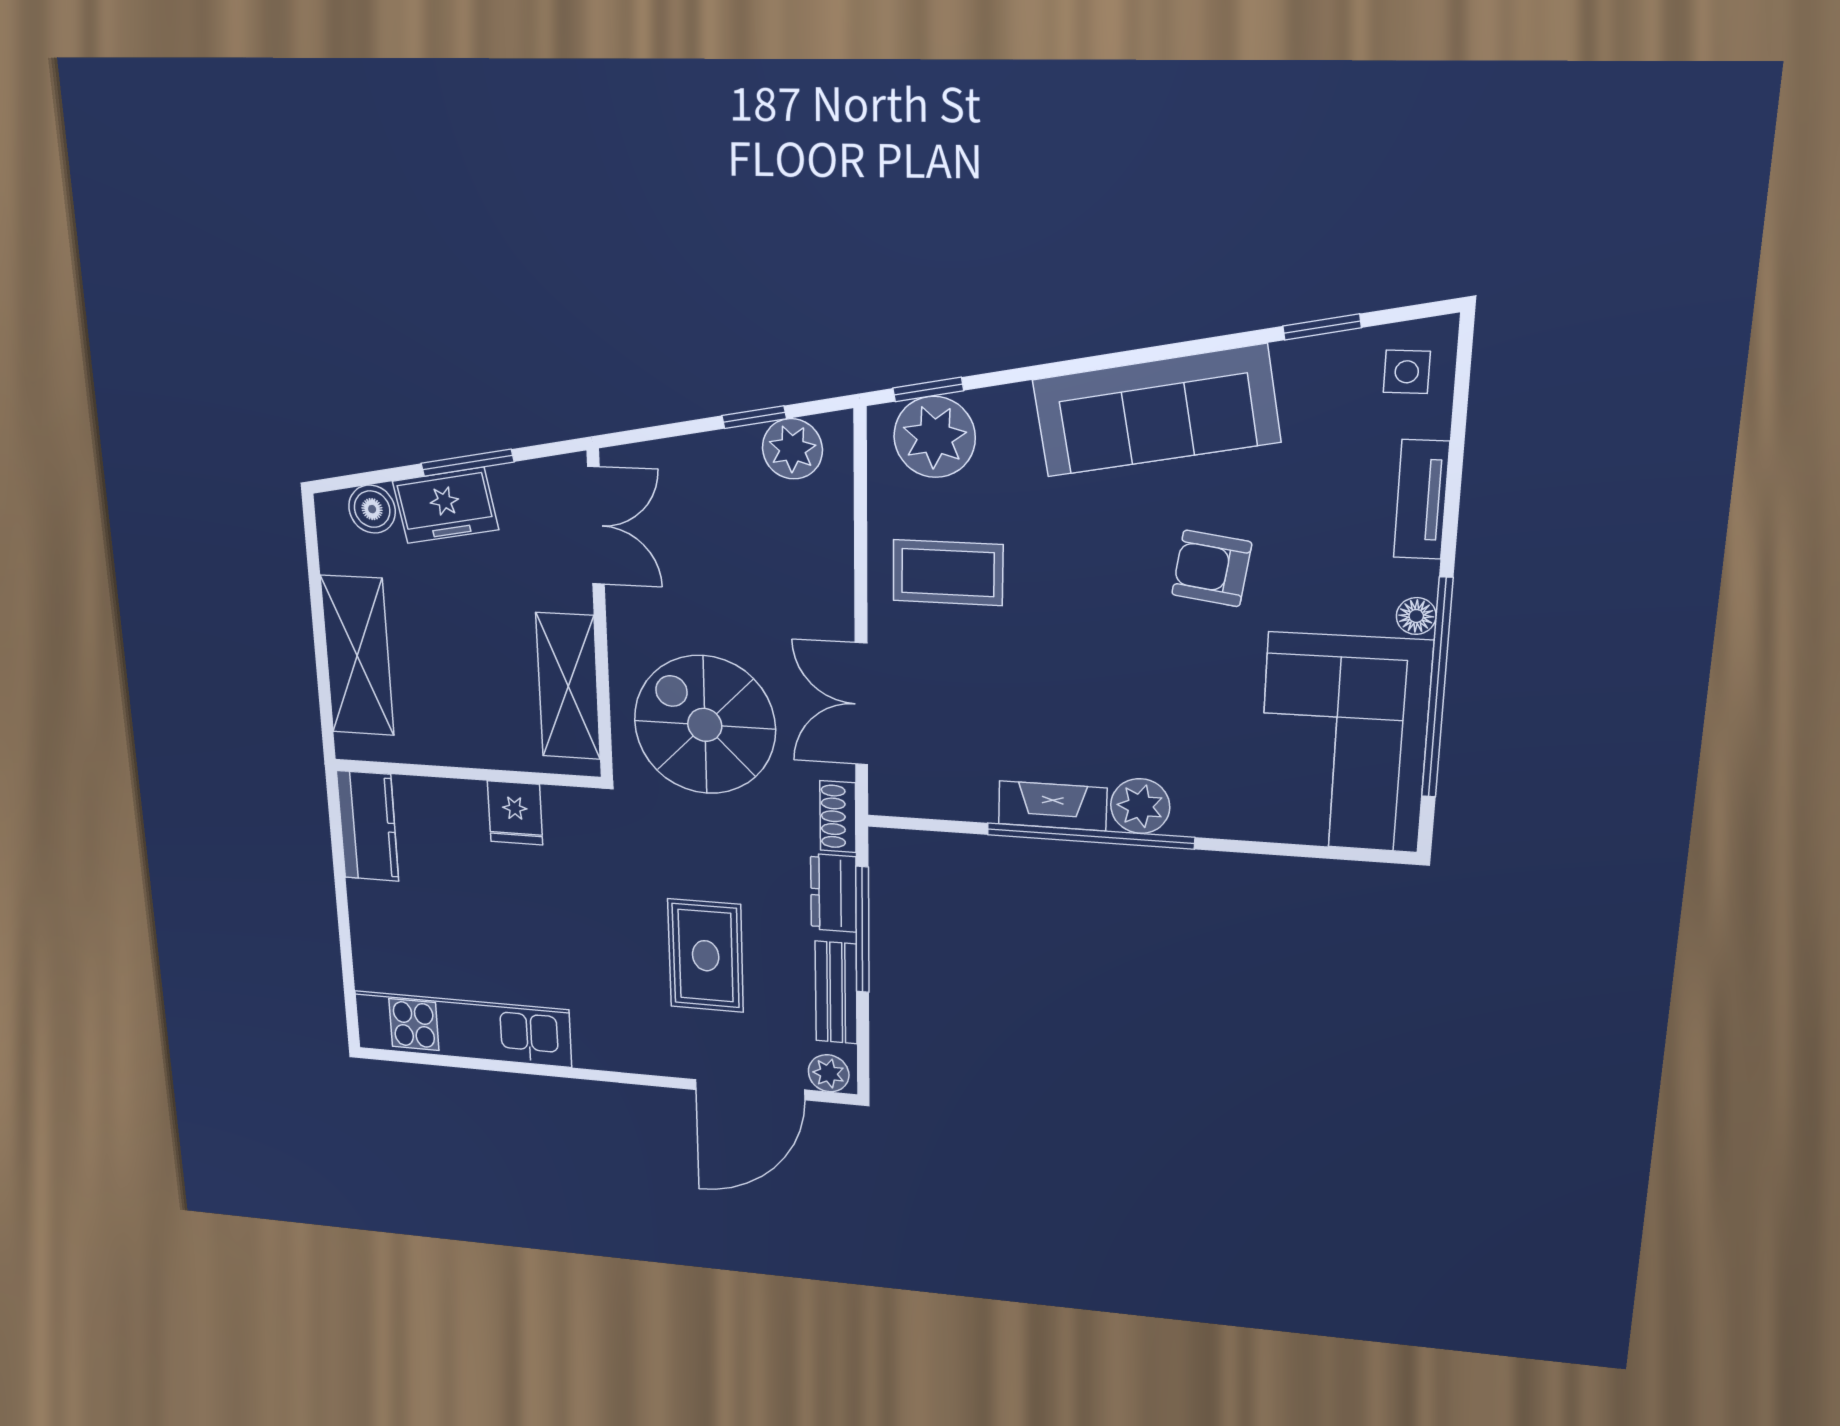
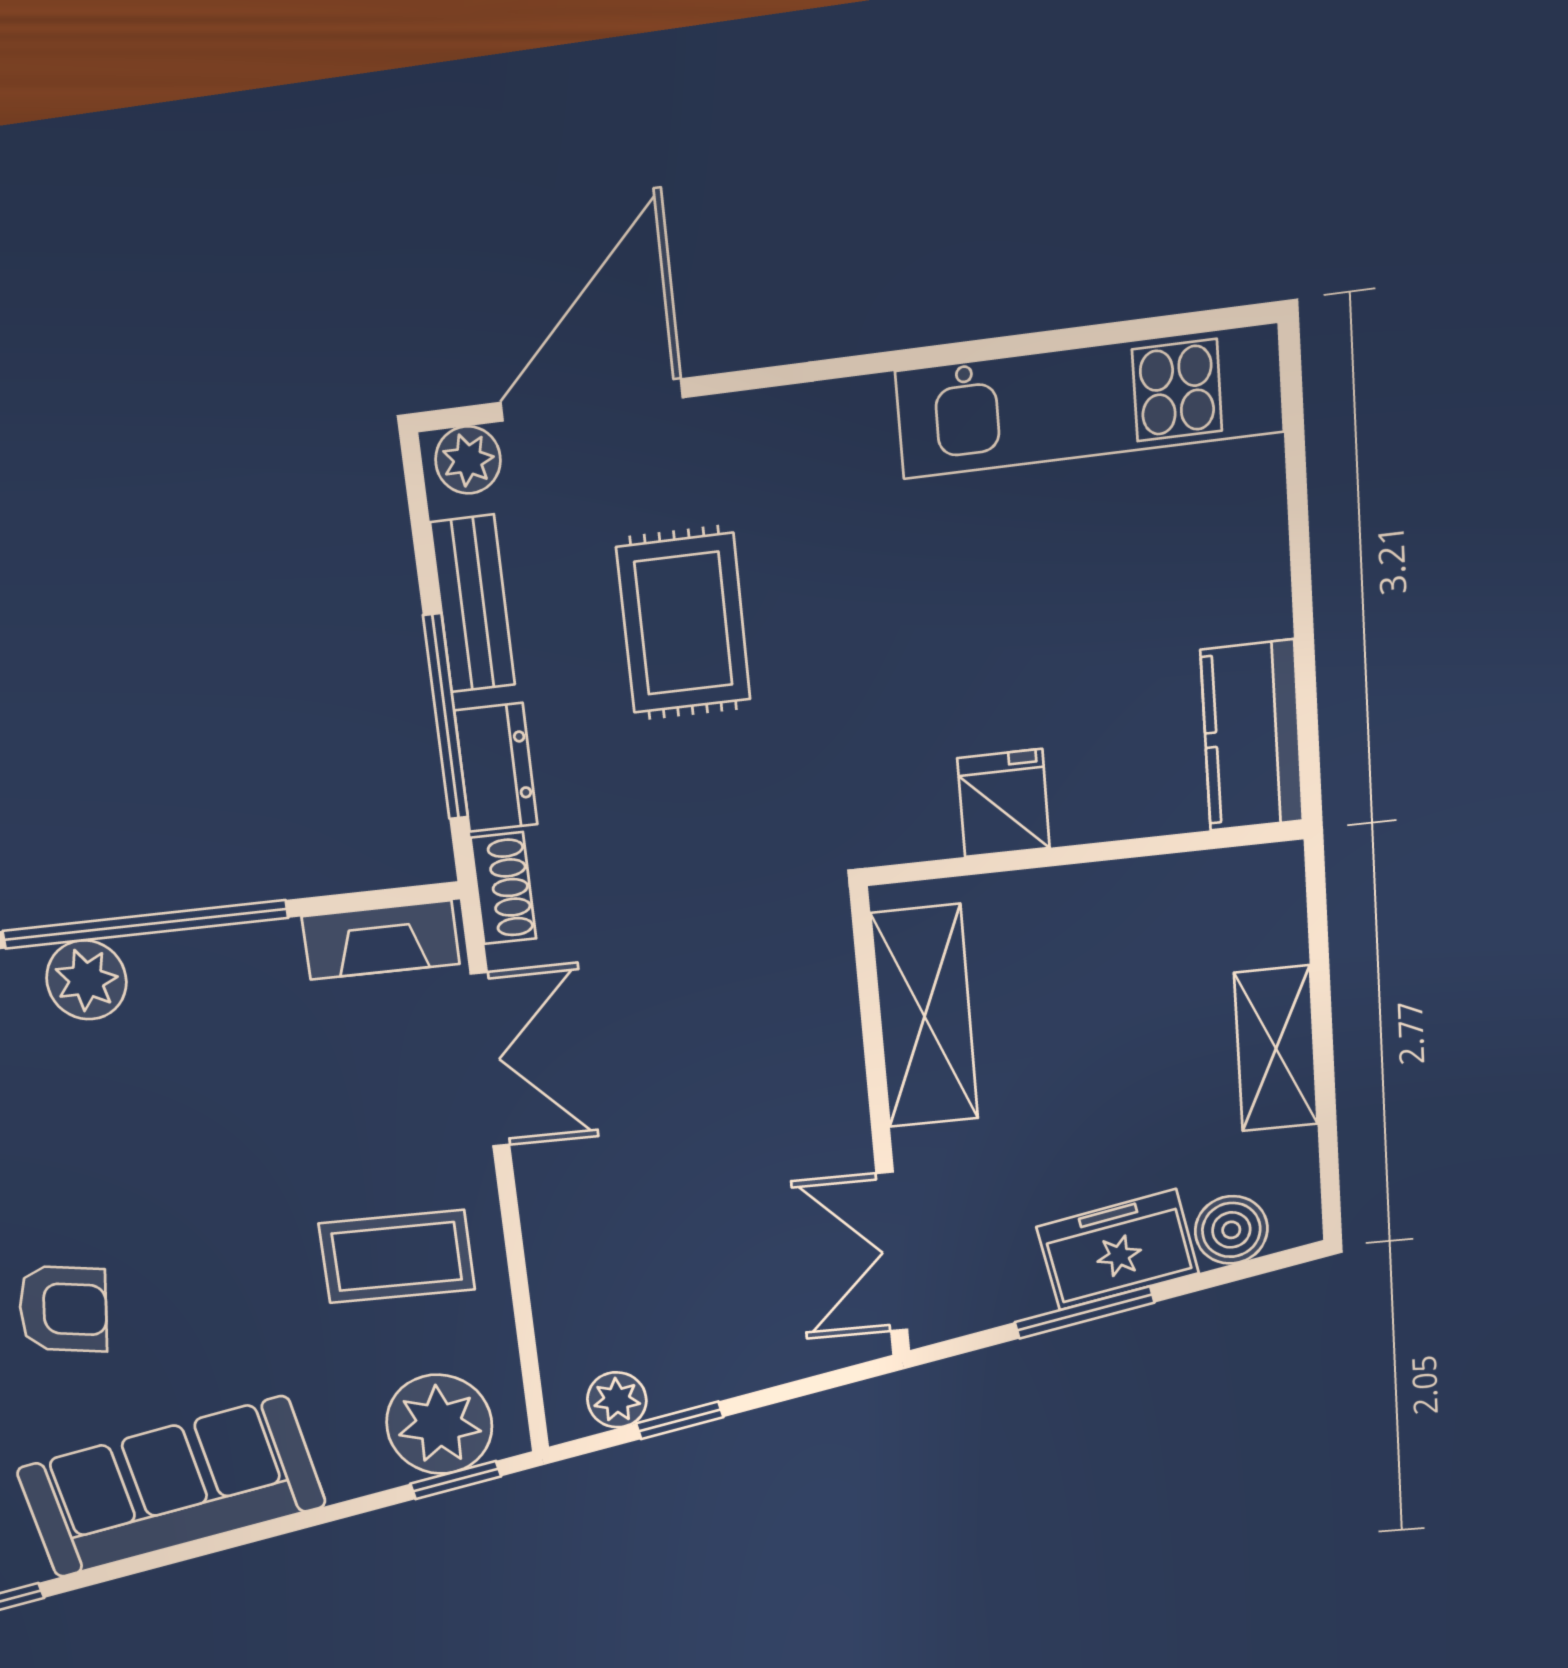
plant: (792, 449) -> (617, 1400), width x0.73, depth x0.73
shelving: (357, 656) -> (1276, 1049), width x0.67, depth x0.75
spiral stairs: (705, 725) -> (714, 992), removed
fireplace: (1053, 806) -> (381, 940), moved

